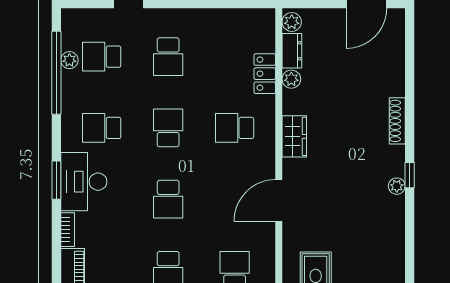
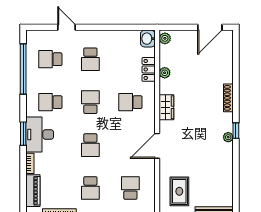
washbasin: (263, 22) -> (148, 39), added
dresser: (292, 51) -> (165, 56), removed
plant: (69, 60) -> (31, 61), removed

